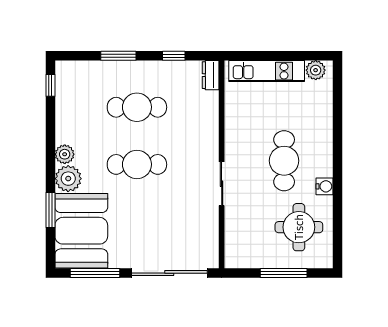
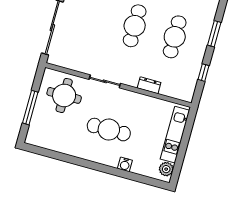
dresser: (211, 75) -> (149, 85), moved
water cooler: (325, 186) -> (125, 164), moved
round table: (299, 227) -> (64, 95), moved

